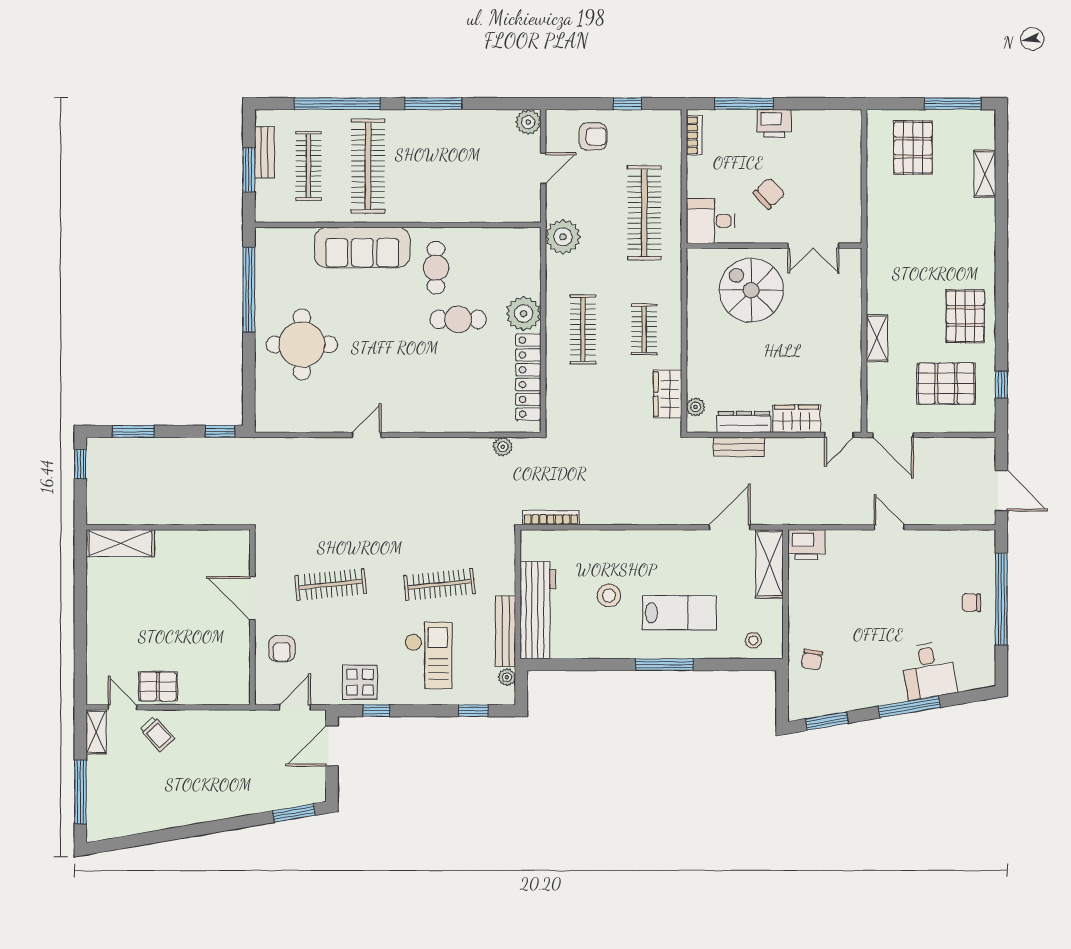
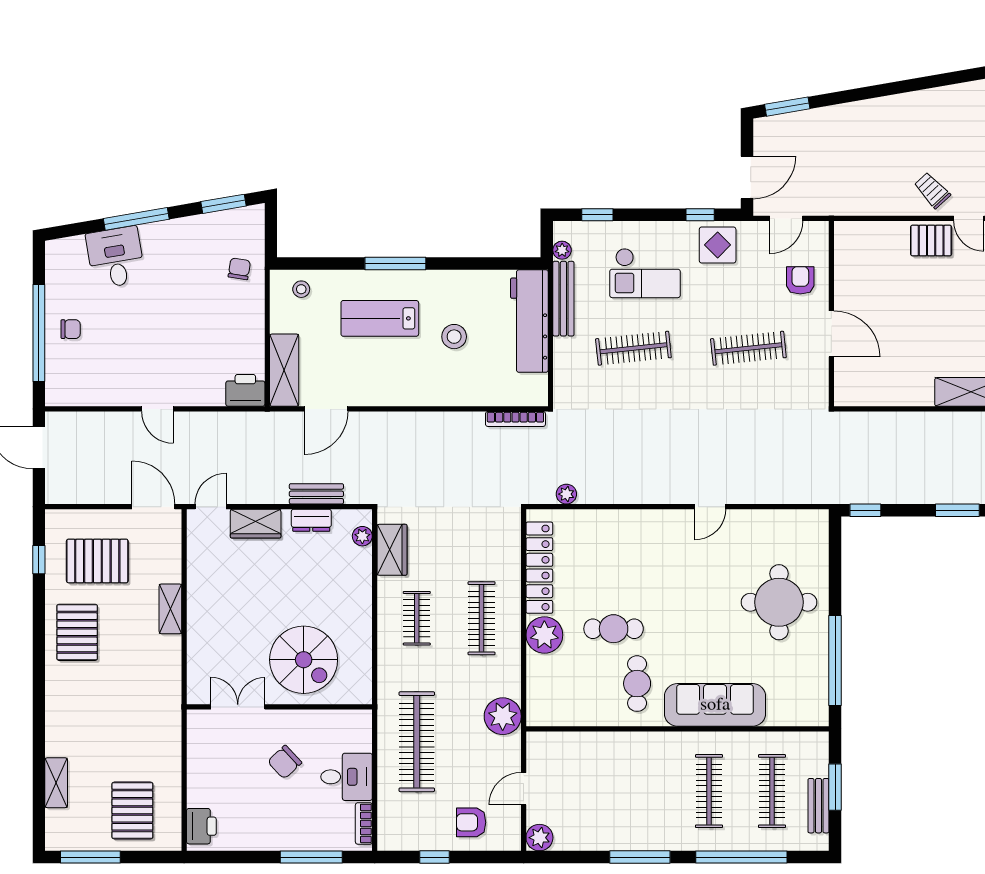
printer: (774, 123) -> (201, 826), moved, turned 90
clothes rail: (368, 166) -> (709, 791), width x0.73, depth x0.76
desk: (711, 221) -> (347, 777), moved
dresser: (744, 422) -> (311, 520), width x0.70
checkout: (428, 656) -> (645, 273), turned -90

